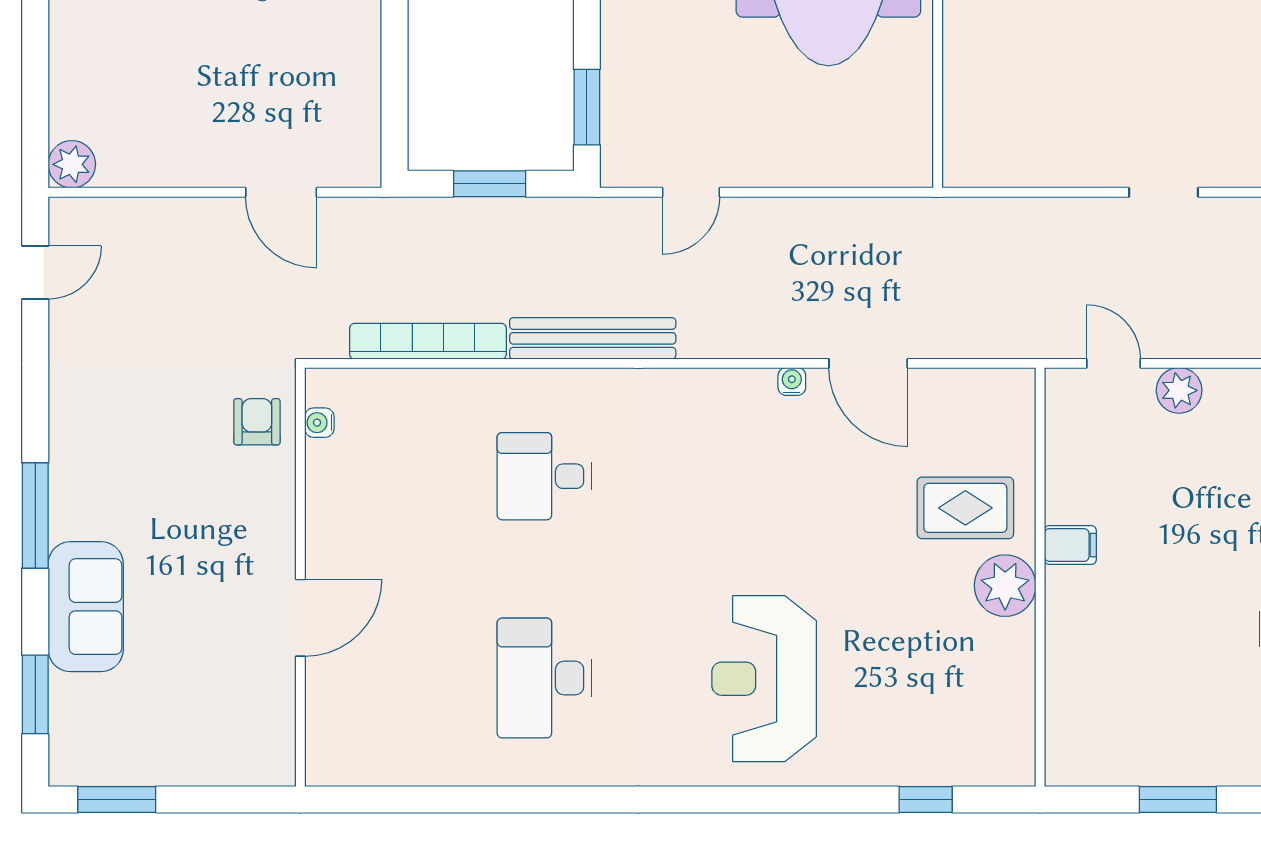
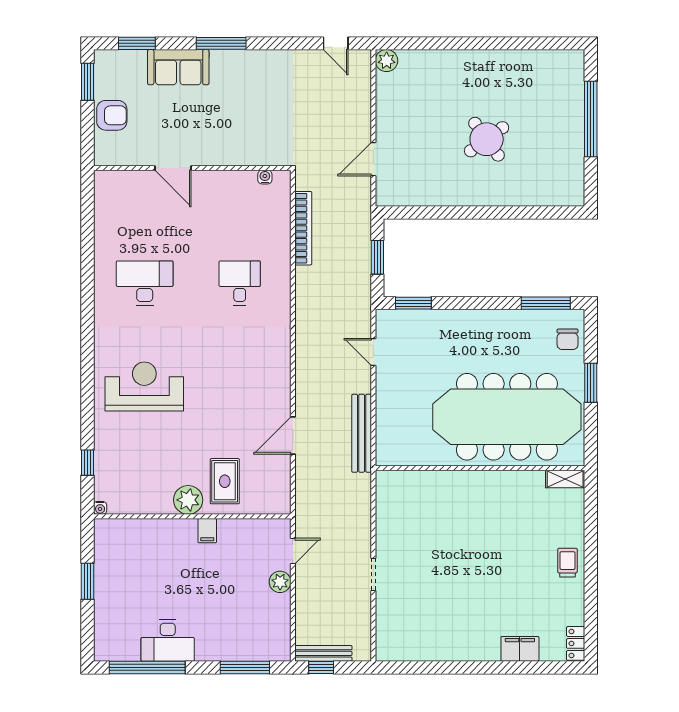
bench: (593, 338) -> (362, 433), moved
water cooler: (792, 381) -> (100, 508), moved, turned 90
armchair: (257, 422) -> (112, 115), moved, width x1.38, depth x1.38

